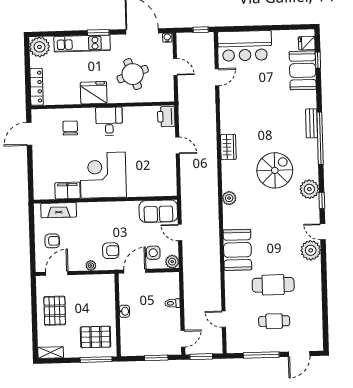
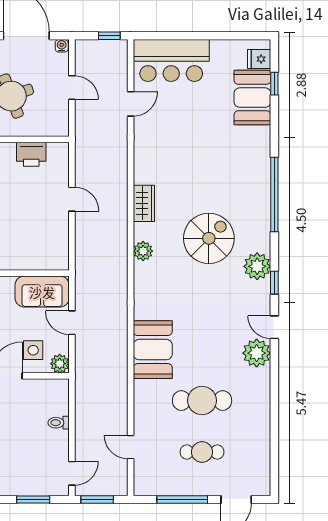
printer: (166, 117) -> (31, 154), moved, turned -90
bench: (312, 123) -> (263, 173), removed
plant: (229, 198) -> (143, 251), moved

